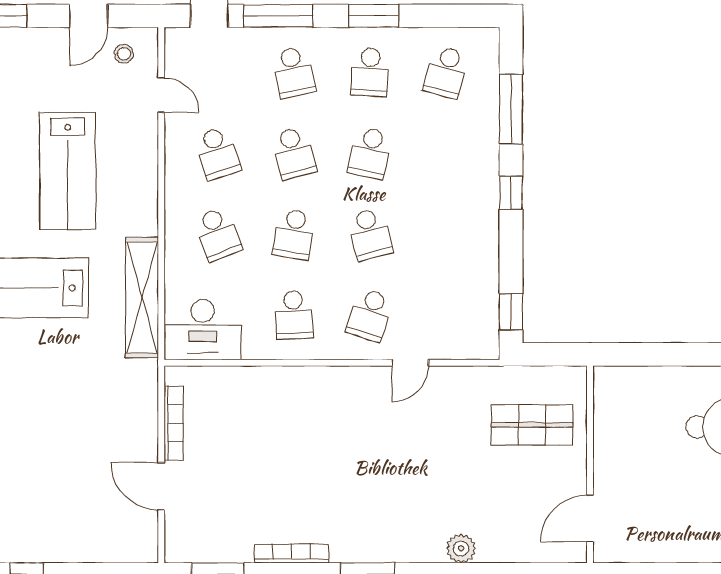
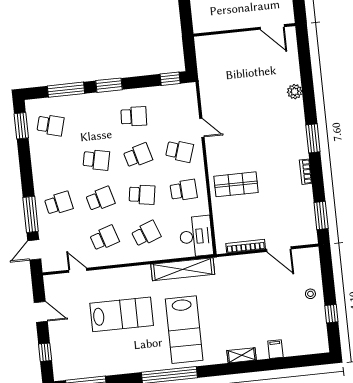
window: (374, 16) -> (21, 126), moved
stool: (124, 54) -> (310, 294), moved
school desk: (370, 72) -> (134, 116), moved
door: (161, 95) -> (78, 270), hinge flipped
window: (511, 193) -> (109, 85), width x1.50
shop shelf: (532, 425) -> (236, 184), moved, turned 90
door: (161, 486) -> (279, 249), hinge flipped
bookcase: (291, 553) -> (306, 172), width x0.64

